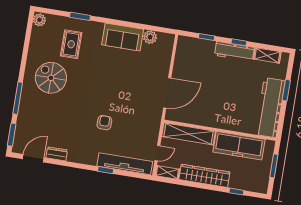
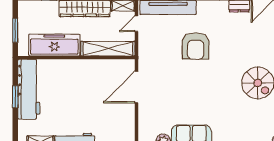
rug: (71, 44) -> (243, 121), removed
window: (286, 90) -> (15, 97), moved
armchair: (104, 123) -> (196, 46), width x1.88, depth x1.88

